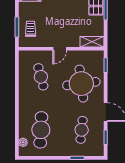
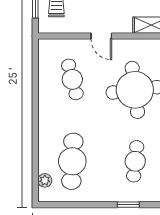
door: (60, 49) -> (101, 36), hinge flipped

